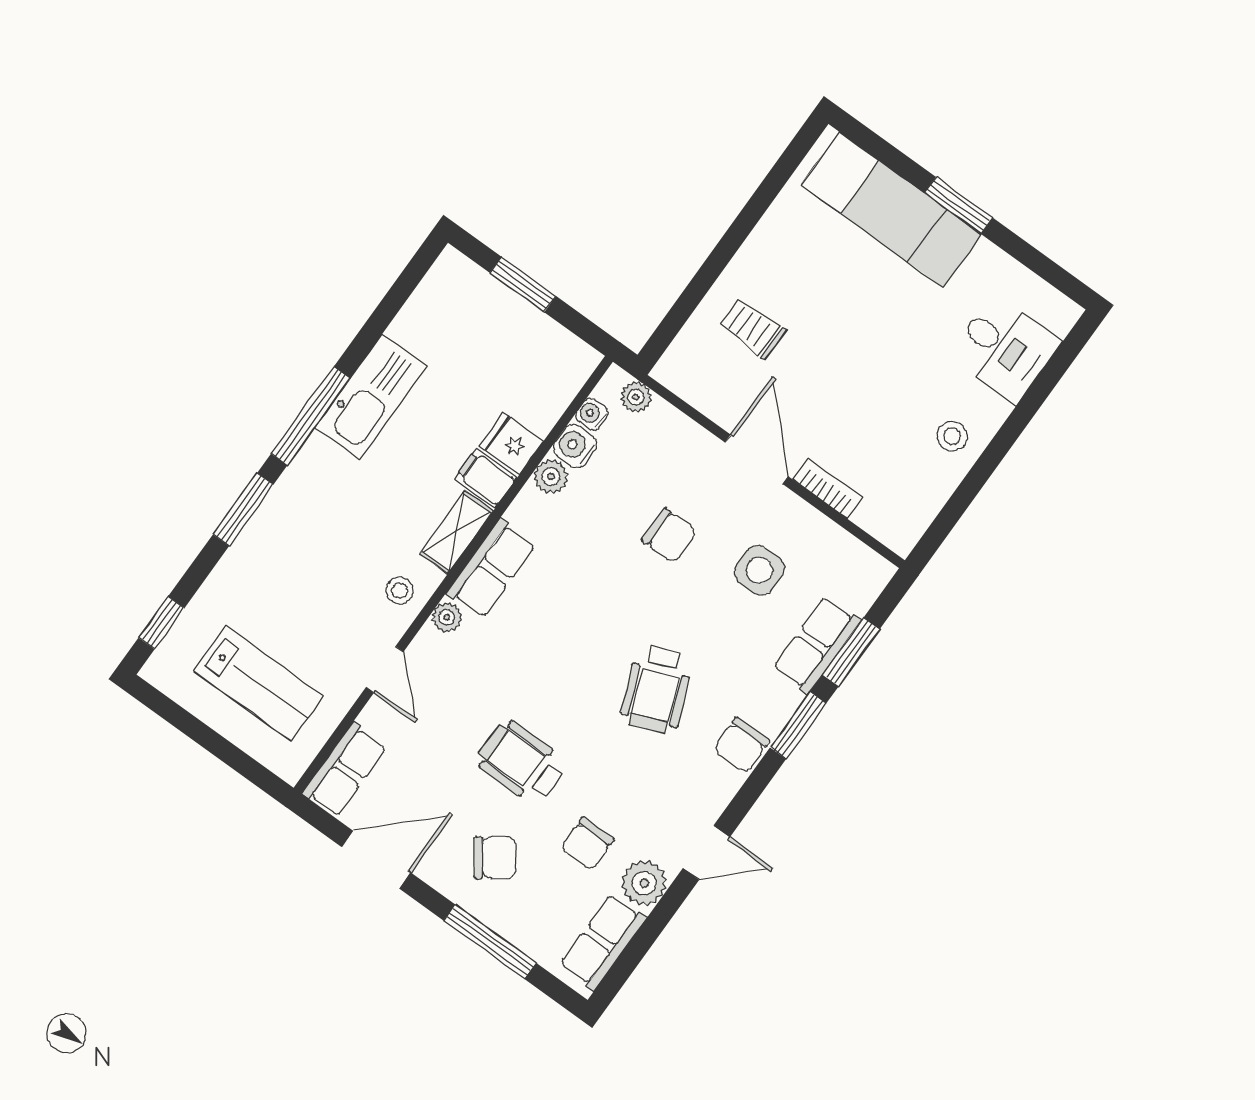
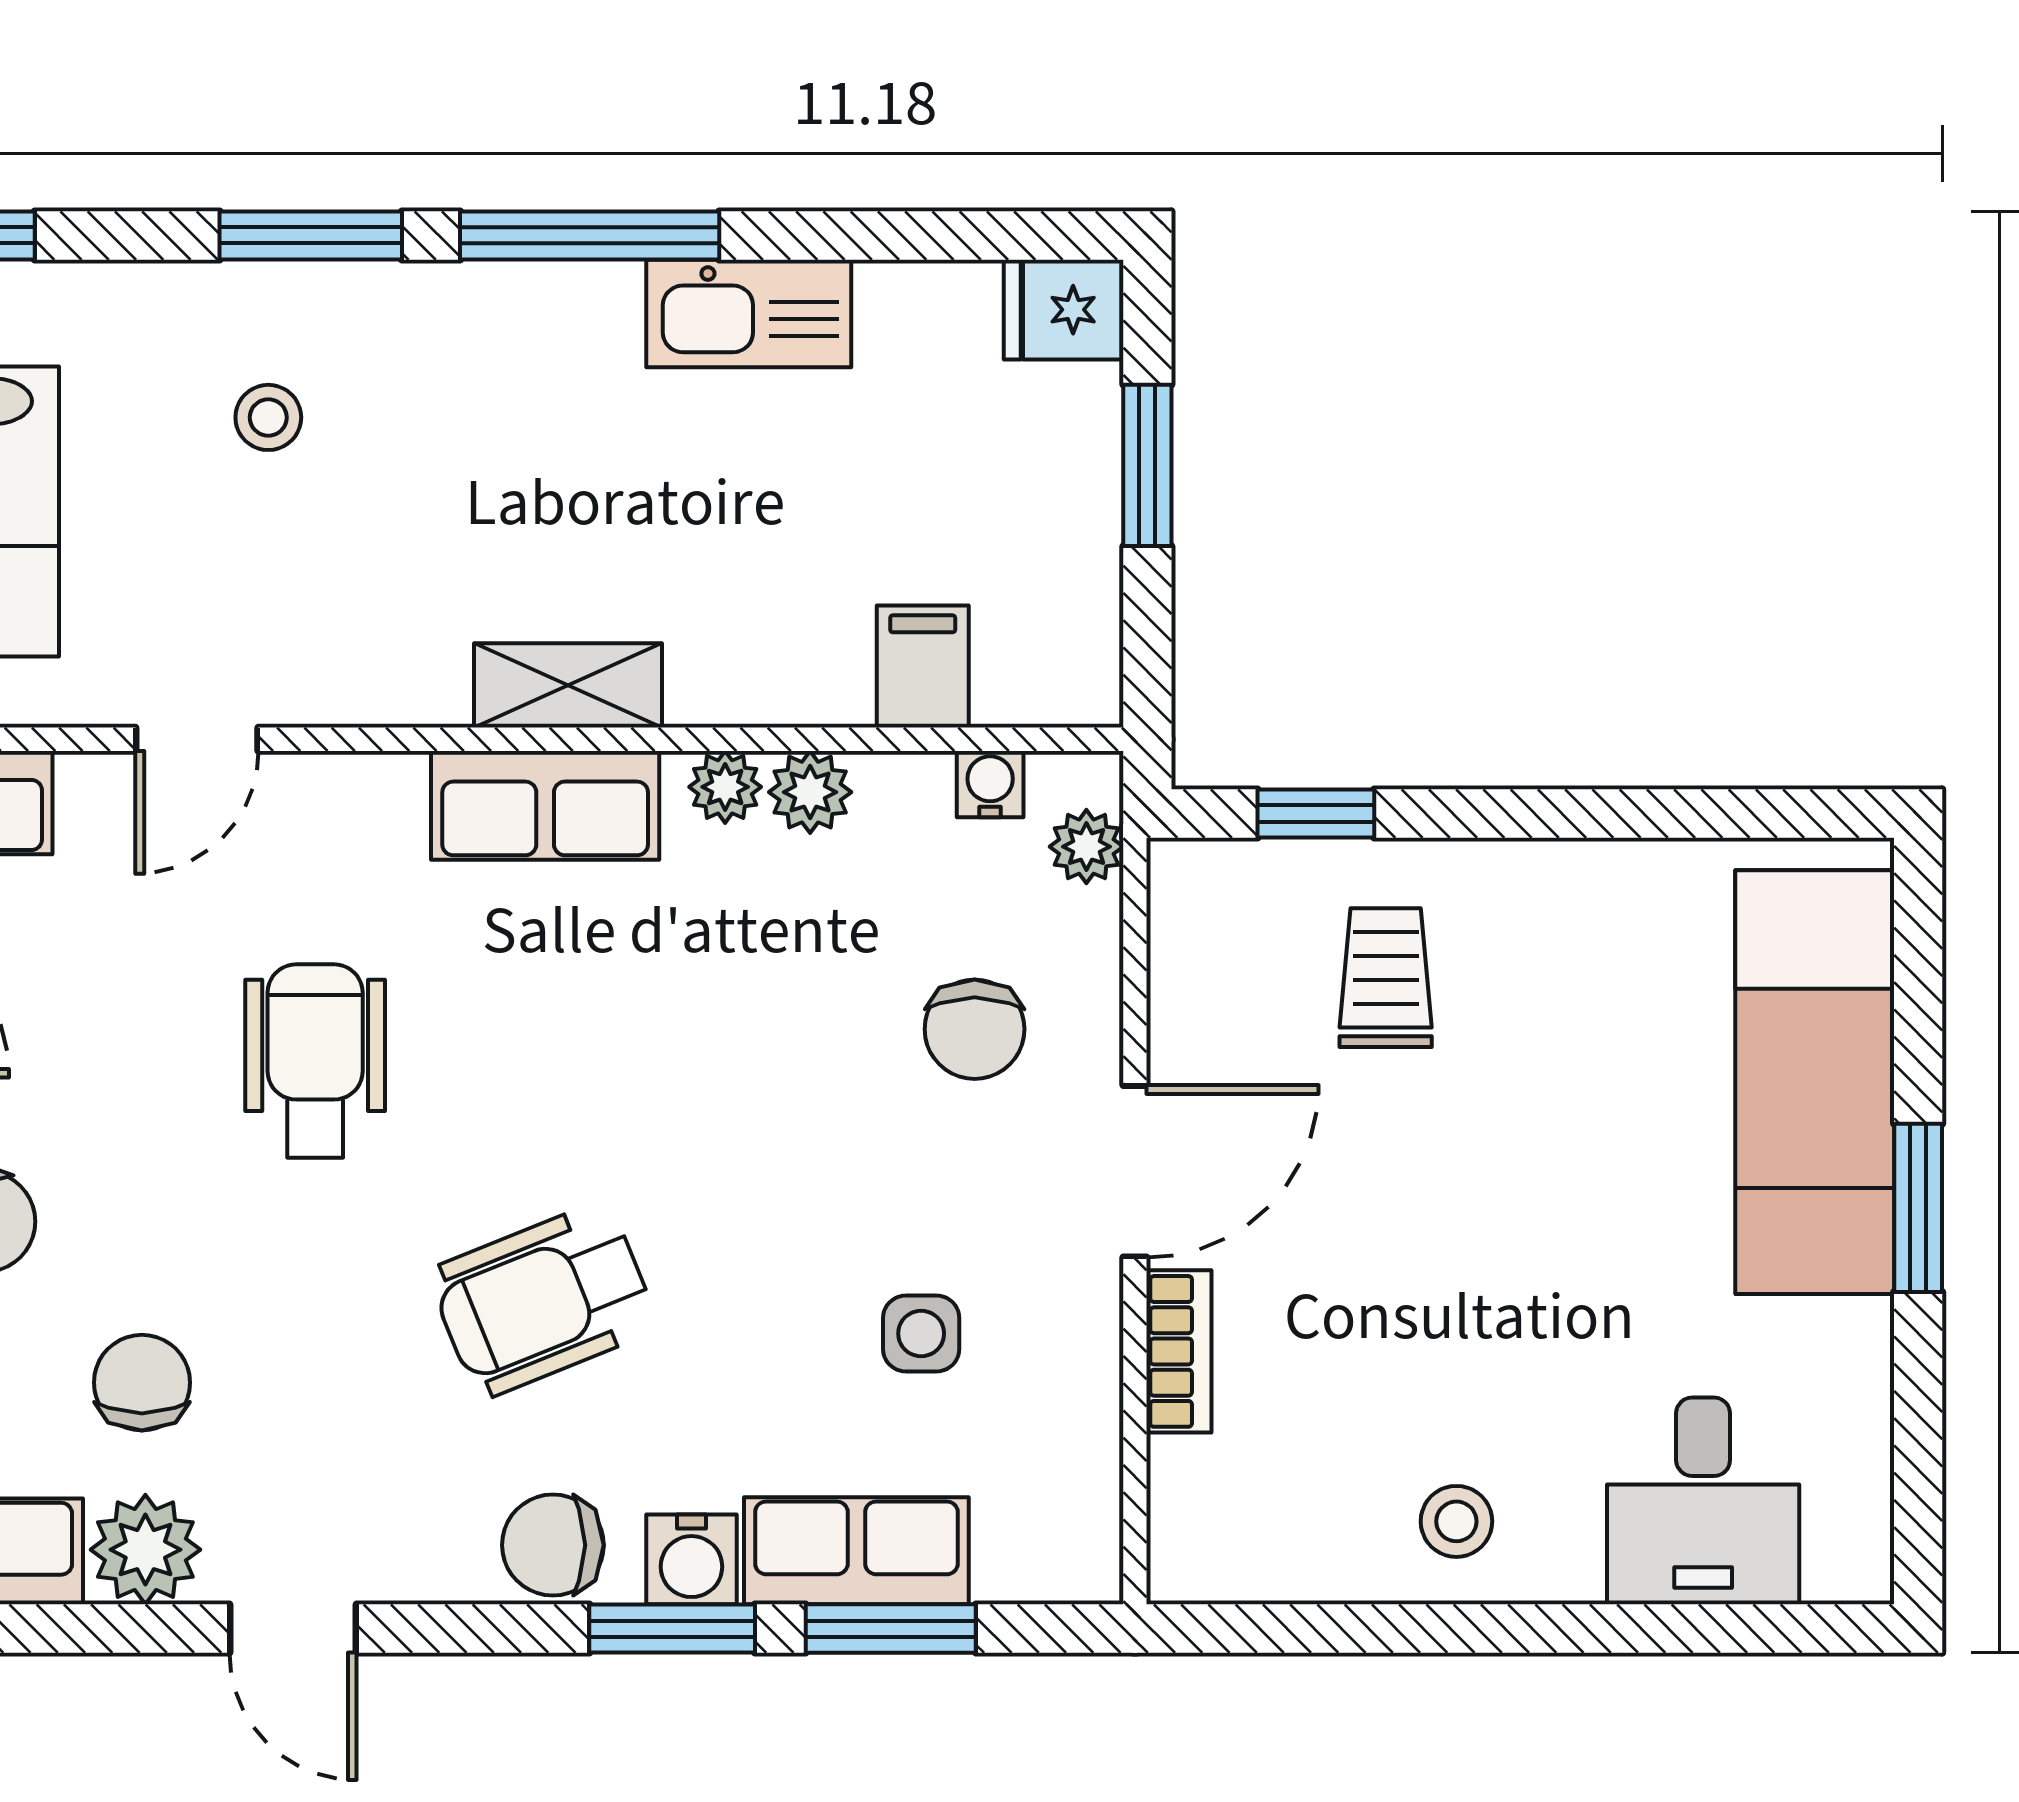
window: (680, 312) -> (1316, 813), added
kitchen sink: (371, 397) -> (749, 313), width x0.73, depth x0.81
fridge: (511, 444) -> (1064, 310), moved, turned -90
water cooler: (575, 446) -> (691, 1559), moved, turned 180
filing cabinet: (486, 478) -> (923, 667), moved
chair: (669, 536) -> (975, 1029), moved
side table: (759, 570) -> (921, 1334), width x0.73, depth x0.73
stool: (400, 590) -> (268, 417), moved
plant: (447, 617) -> (725, 787), moved
wheelchair: (521, 762) -> (315, 1061), moved
chair: (587, 844) -> (142, 1383), turned 90

